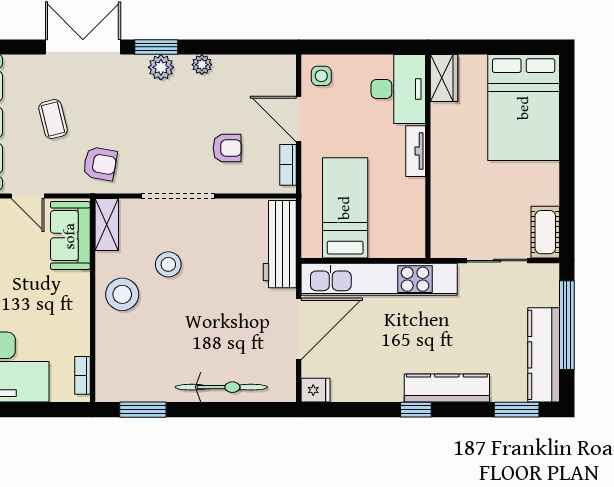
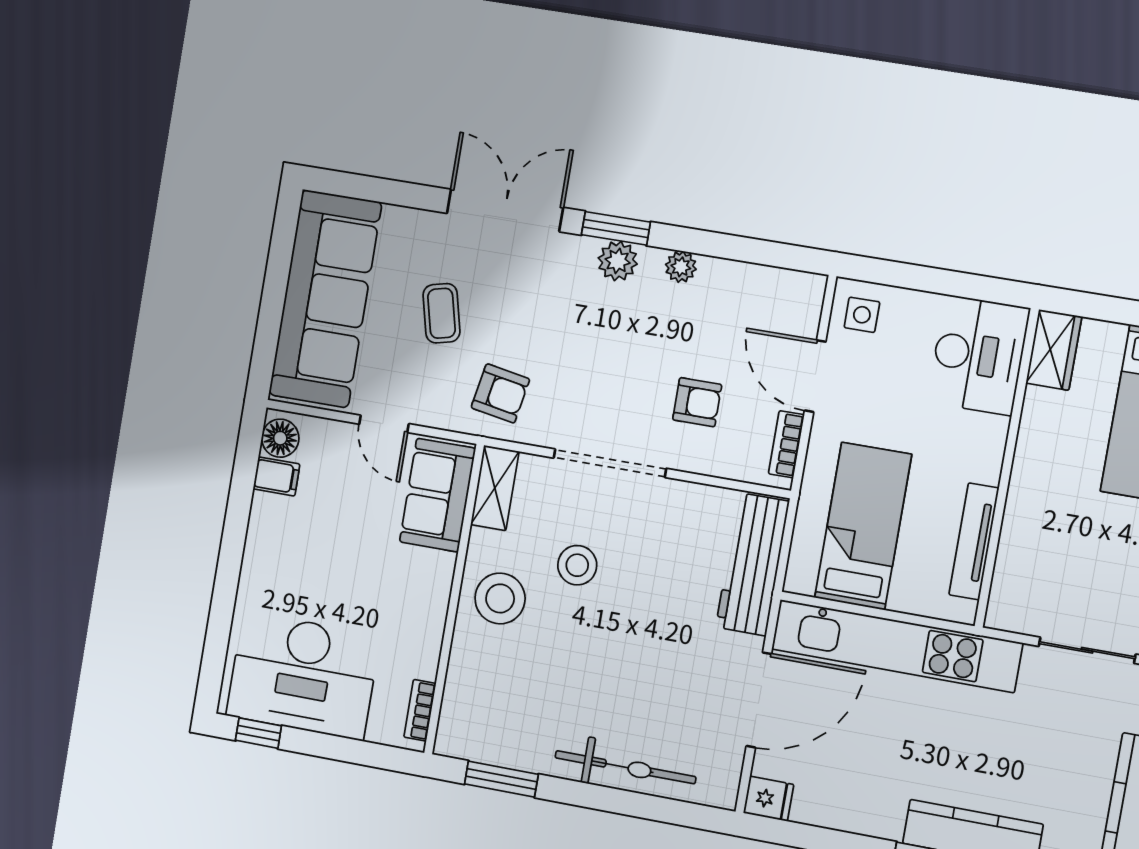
tv unit: (416, 151) -> (974, 541), moved, width x1.41

